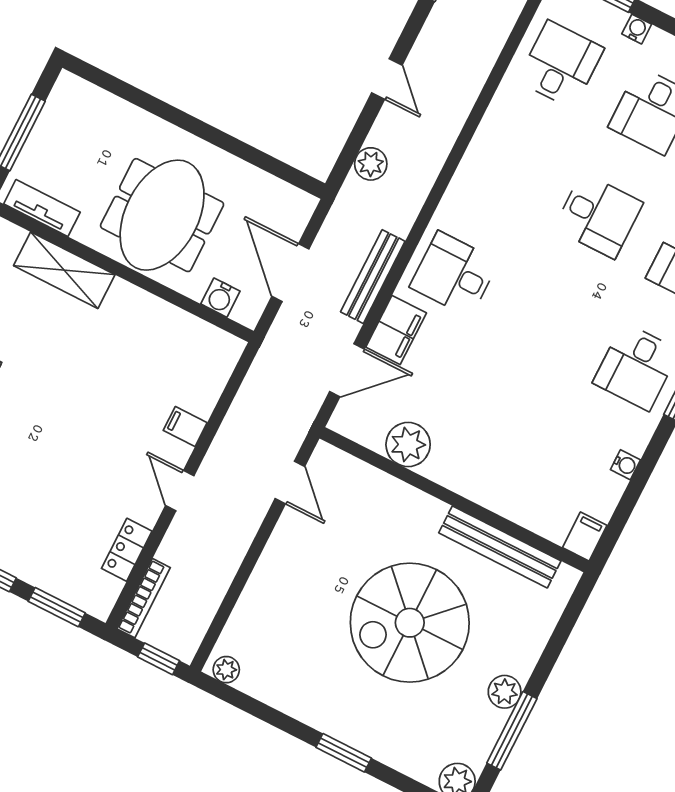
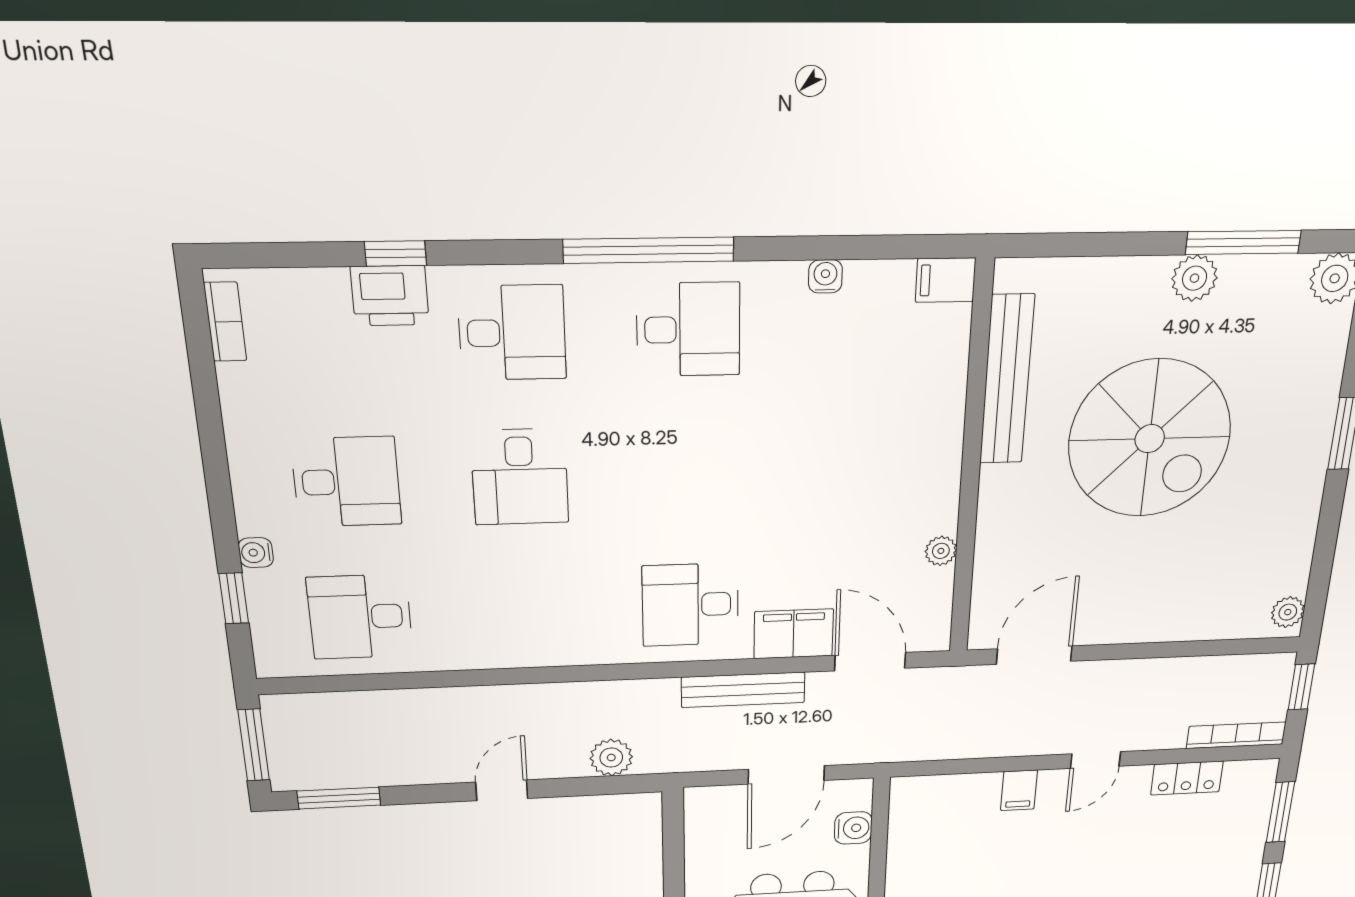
desk: (598, 216) -> (520, 477), turned 180
desk: (454, 274) -> (690, 605), turned 90
plant: (408, 445) -> (941, 551), width x0.53, depth x0.53
door: (290, 482) -> (1034, 655), width x1.38

